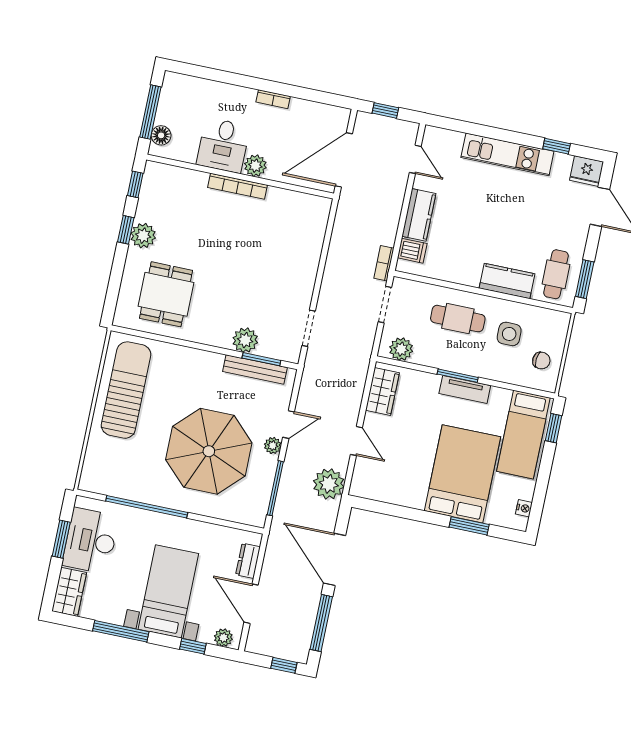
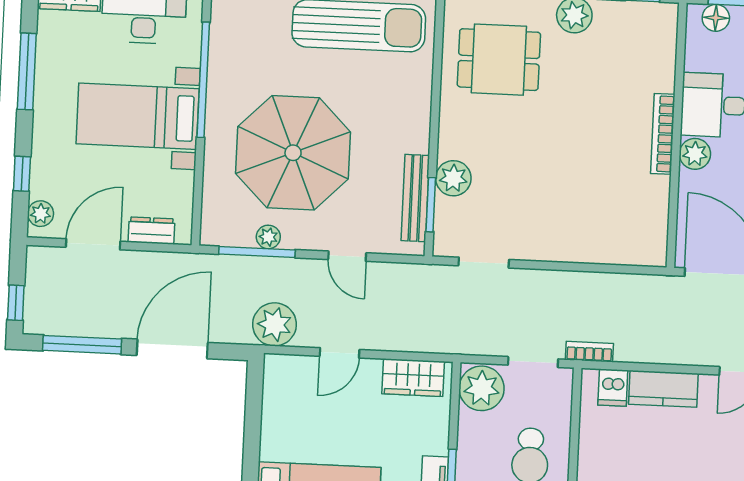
plant: (401, 349) -> (482, 388), width x1.36, depth x1.36
plant: (273, 446) -> (268, 237), moved
bed with nightstands: (168, 591) -> (138, 116), moved, turned 180

